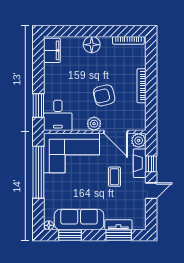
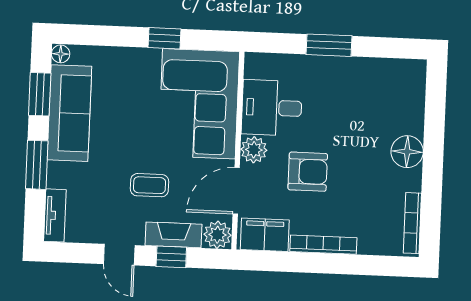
filing cabinet: (52, 50) -> (265, 235), moved, turned 180
armchair: (104, 95) -> (308, 172), turned 104
window: (38, 106) -> (329, 45), moved
desk: (58, 115) -> (272, 108), moved
window: (38, 172) -> (164, 38), width x0.32
tv unit: (118, 225) -> (55, 215), moved
window: (119, 235) -> (37, 165), moved

